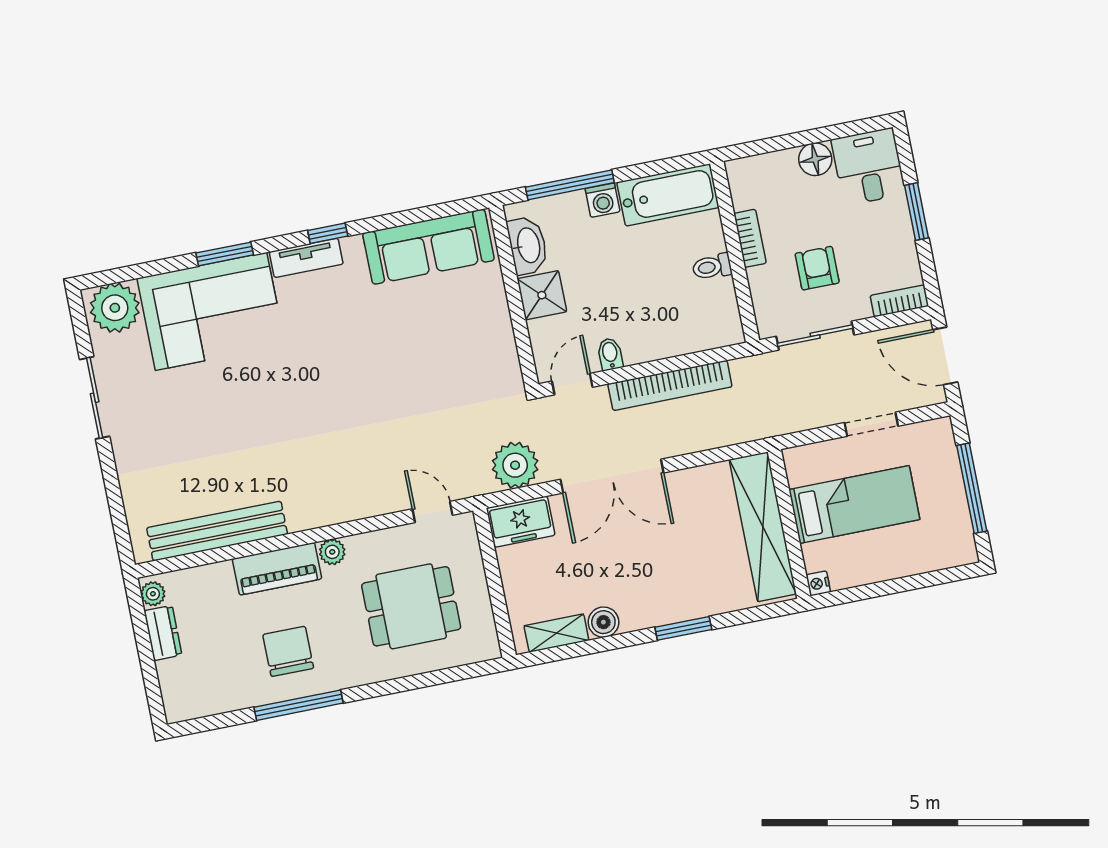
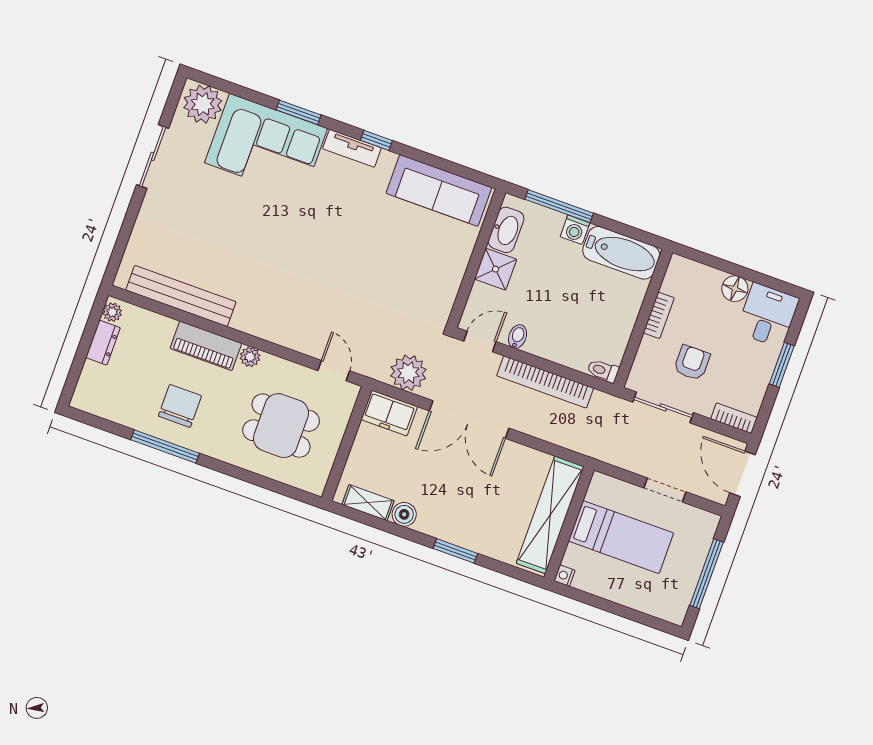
toilet: (712, 267) -> (603, 371), moved

